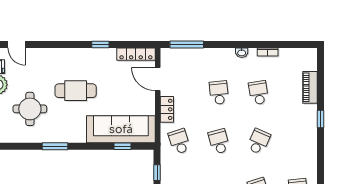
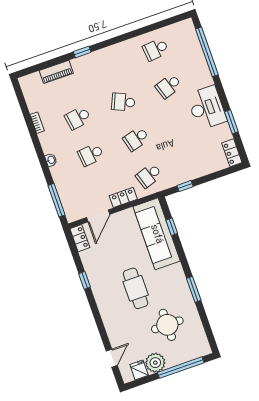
washbasin: (242, 53) -> (51, 160), moved
locker: (136, 54) -> (80, 238), width x0.66

